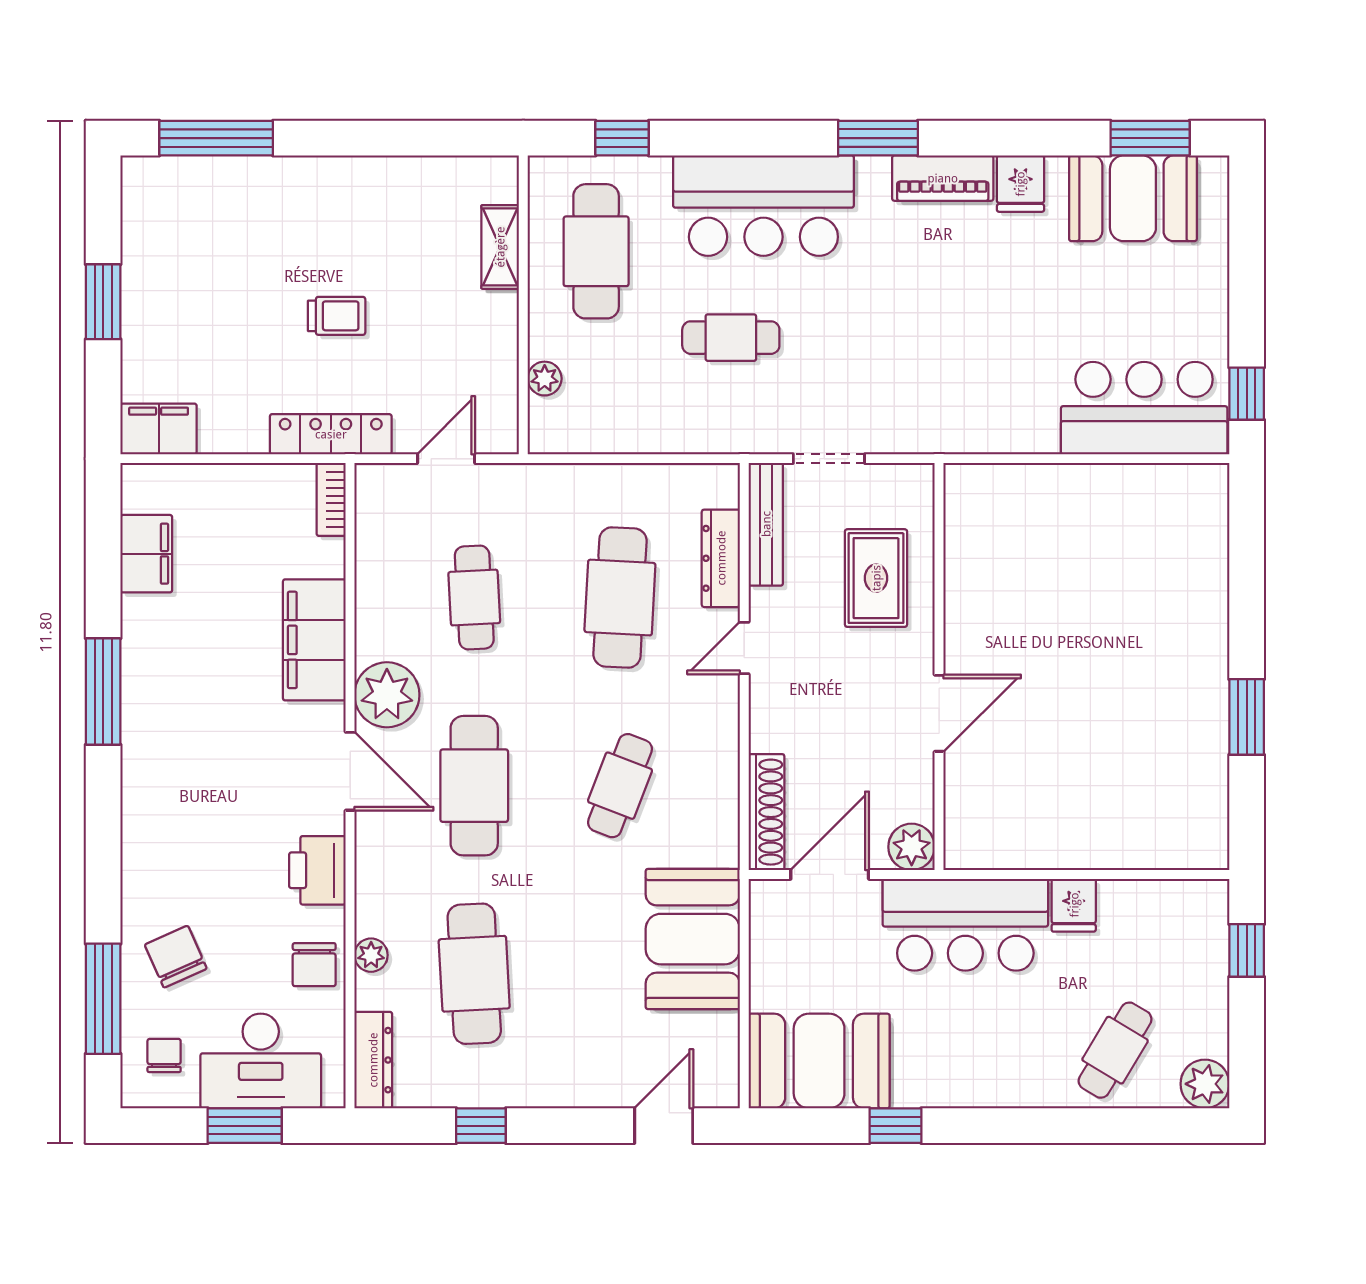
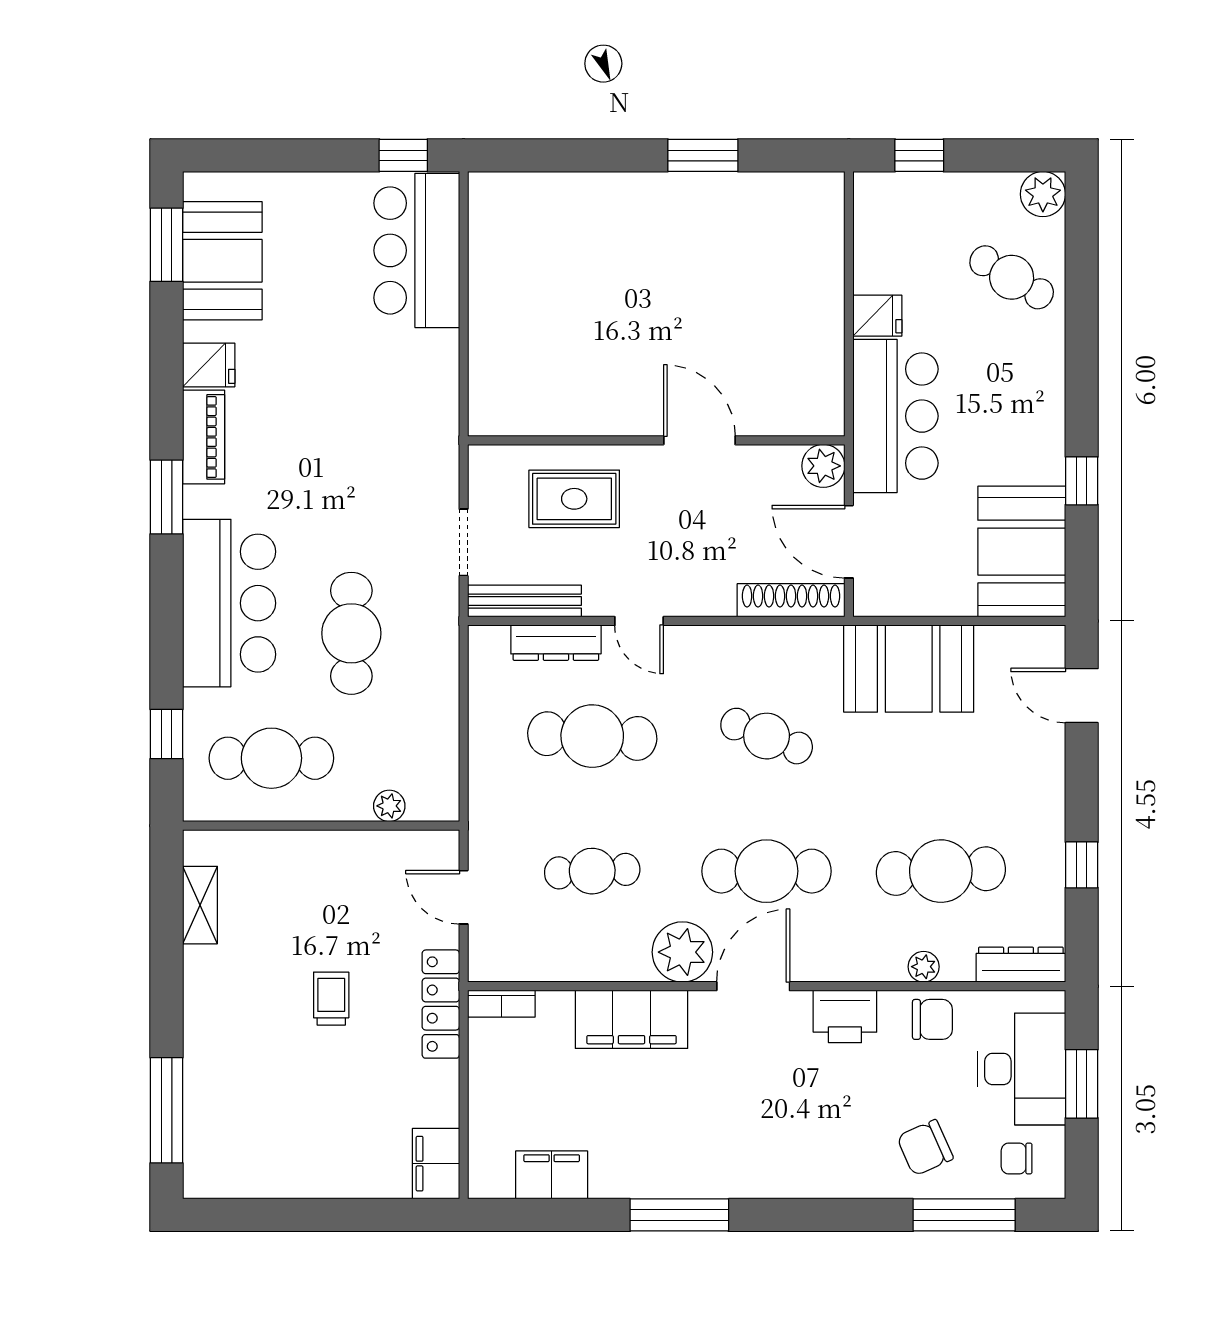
shelving: (500, 247) -> (200, 905), moved, turned 90
window: (103, 302) -> (318, 1215), removed
cafe table: (731, 338) -> (351, 633), width x1.37, depth x1.35

